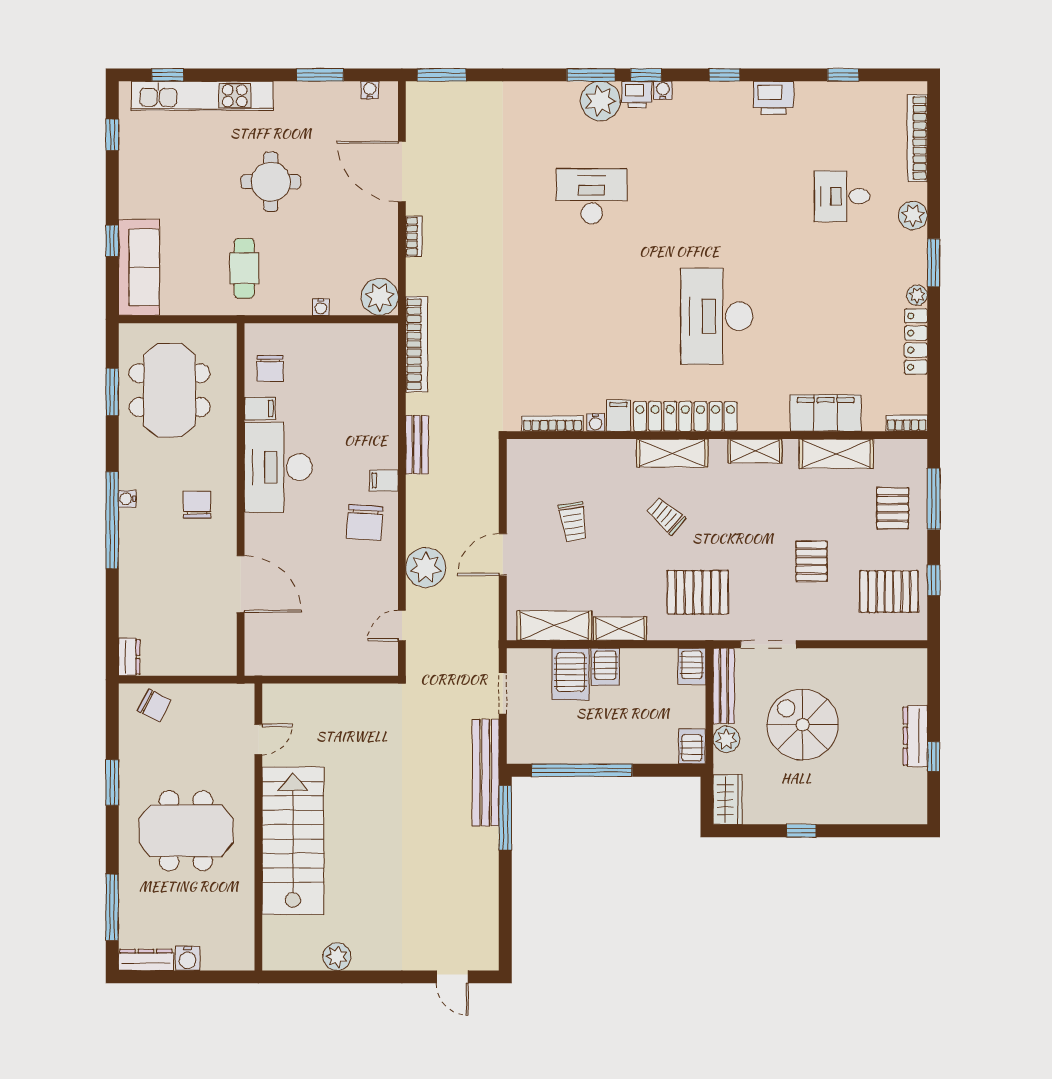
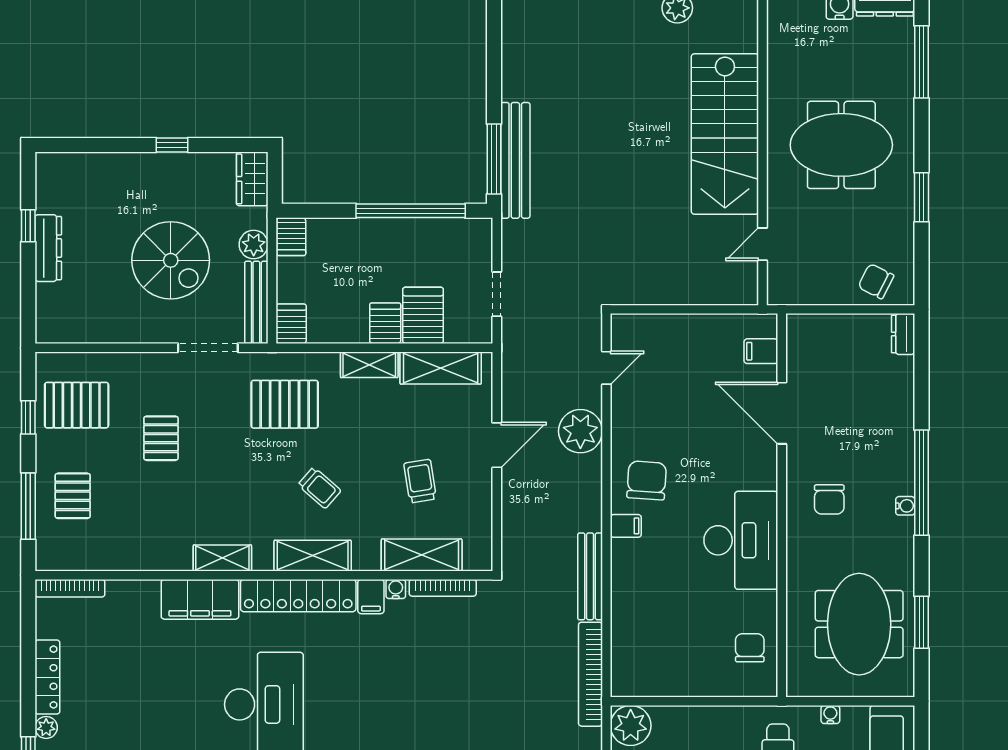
water cooler: (321, 307) -> (830, 714), moved
filing cabinet: (260, 409) -> (761, 351), moved
filing cabinet: (826, 413) -> (200, 599), moved
bookcase: (907, 423) -> (70, 588), width x1.56
bench: (417, 445) -> (590, 576), width x1.36
shelving: (836, 454) -> (422, 555), moved
bench: (486, 773) -> (515, 160), moved

